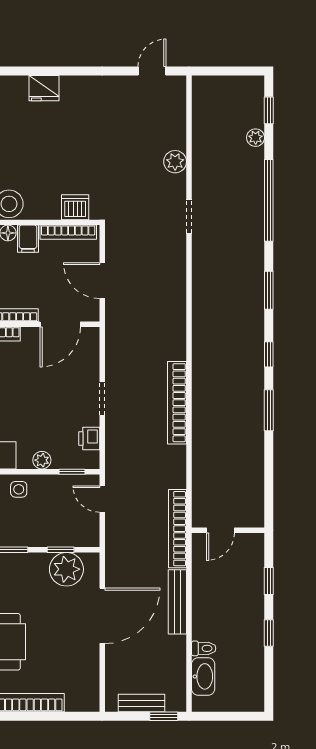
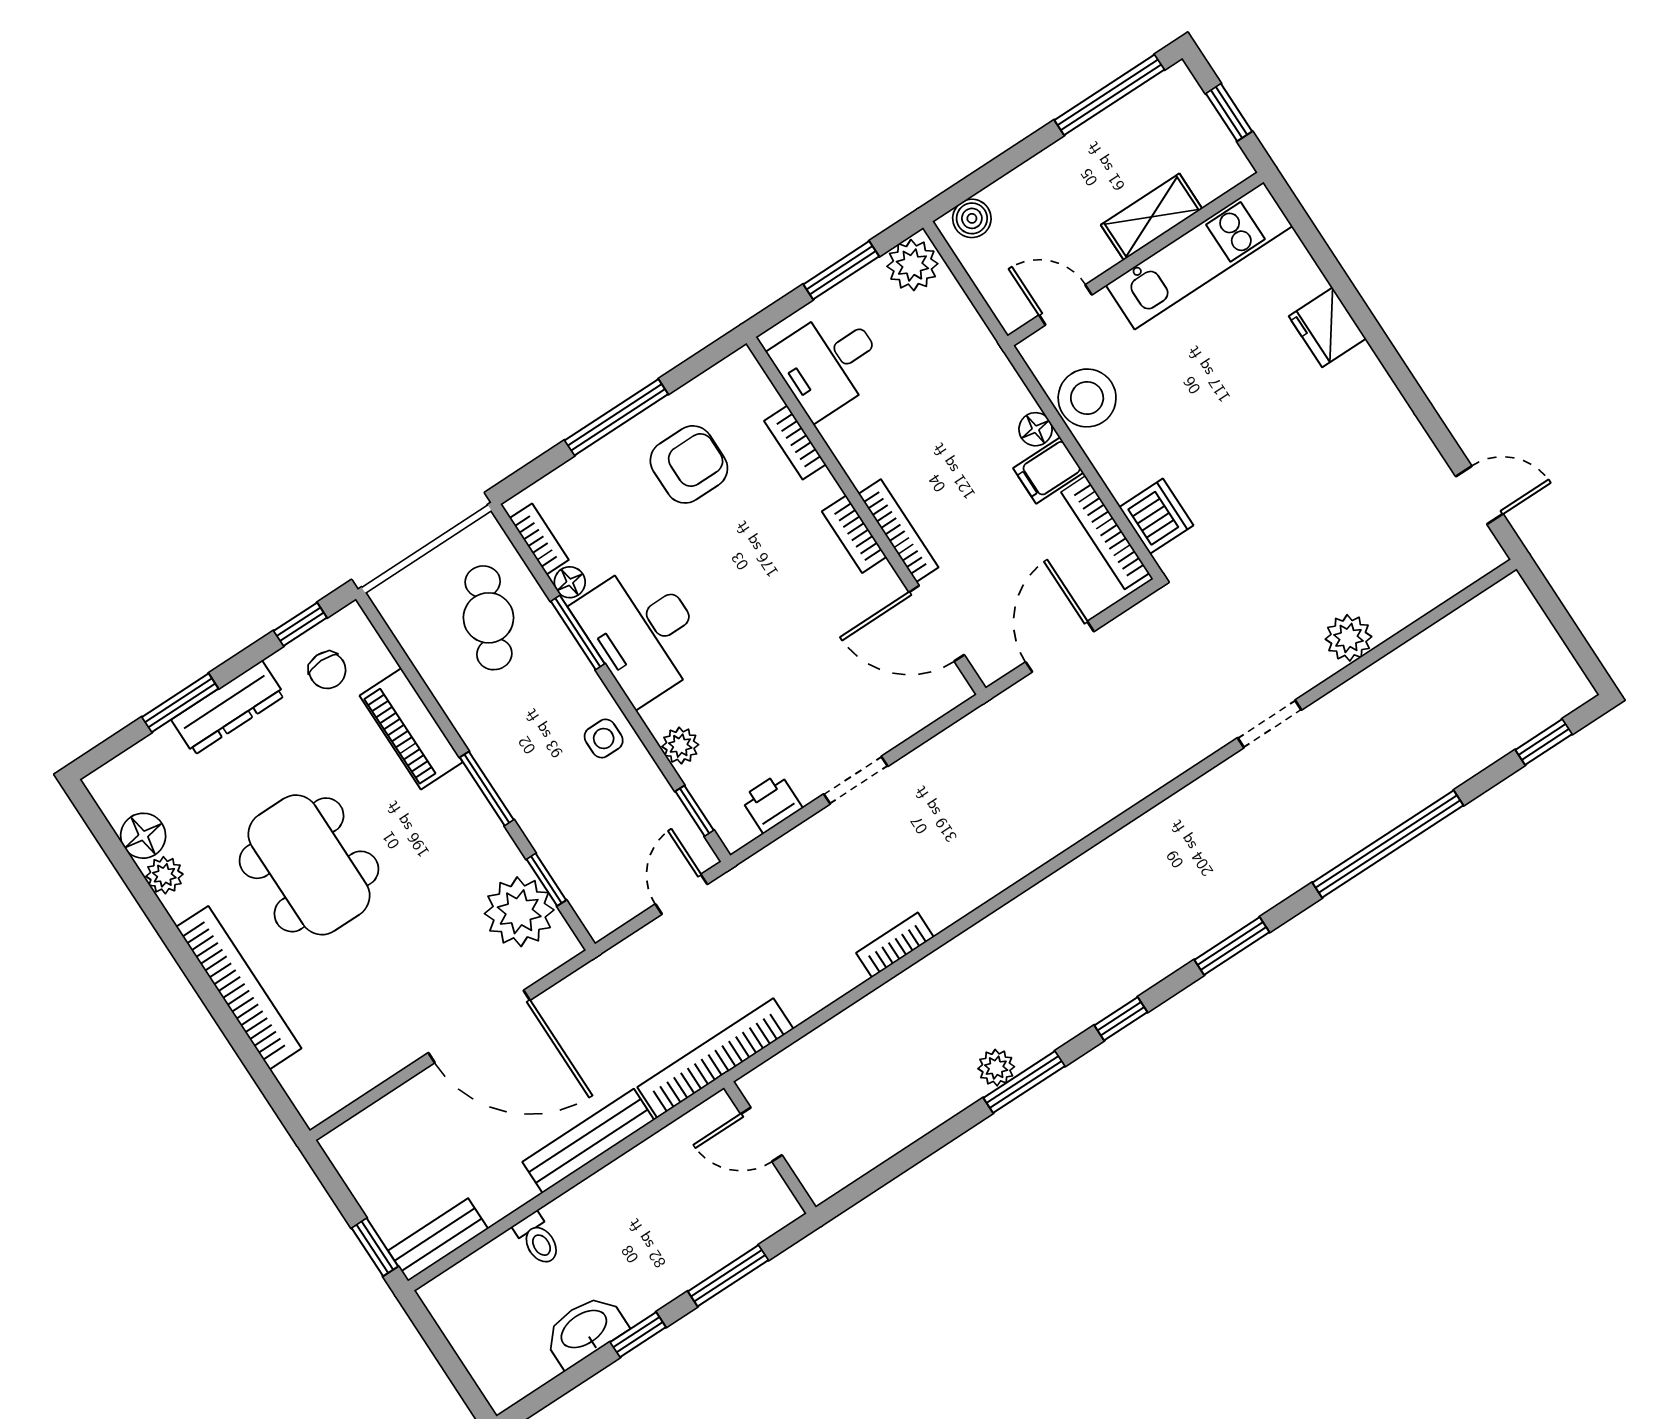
plant: (256, 138) -> (996, 1068), moved
bookcase: (177, 403) -> (895, 945), width x0.43, depth x0.76
window: (269, 581) -> (728, 1276), width x1.50
washbasin: (203, 676) -> (585, 1330), moved, turned 180
bench: (141, 703) -> (438, 1240), moved, turned 90

